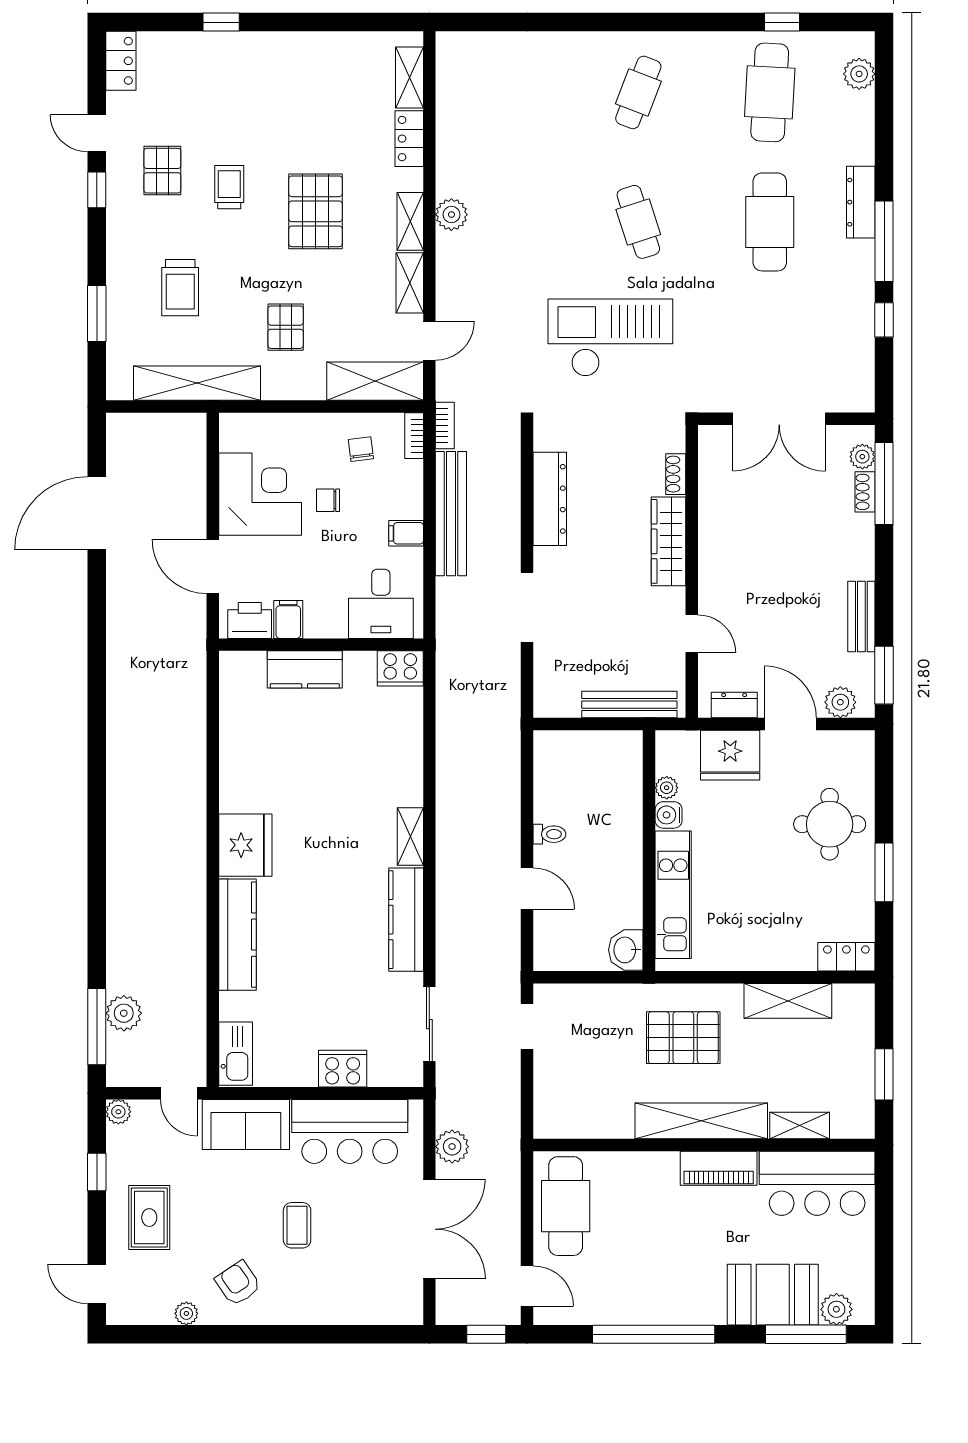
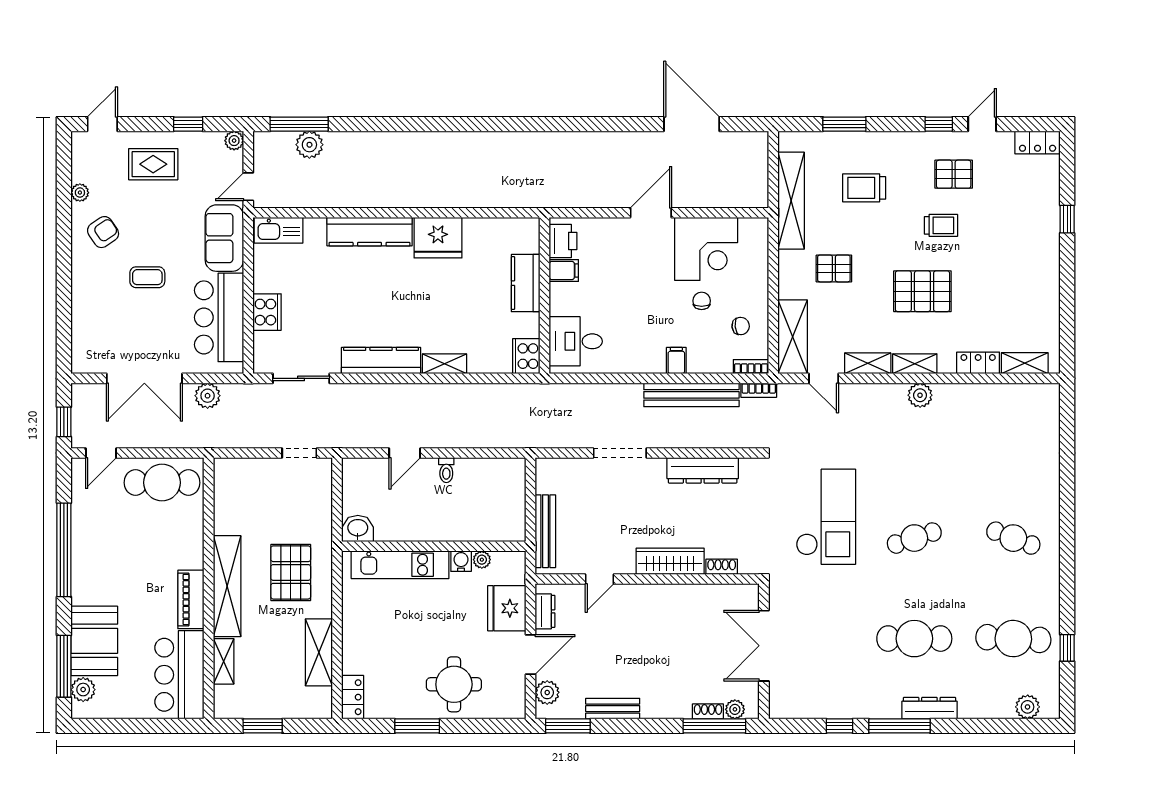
desk: (381, 604) -> (576, 341), moved
filing cabinet: (288, 619) -> (564, 270), moved
printer: (250, 620) -> (563, 241), moved
wall: (321, 645) -> (545, 296), moved
cooker: (400, 668) -> (526, 356), moved
kitchen counter: (305, 669) -> (526, 283), moved

